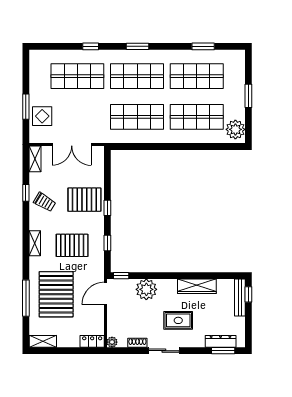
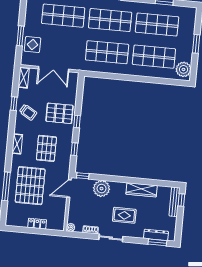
pallet: (72, 245) -> (46, 148), turned 90
shelving: (43, 341) -> (16, 222), removed
locker: (92, 341) -> (37, 224), moved

